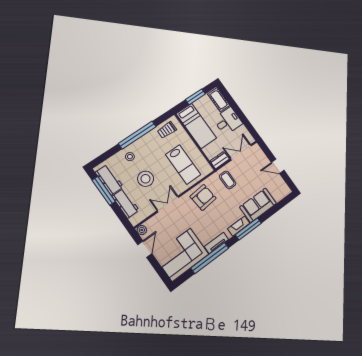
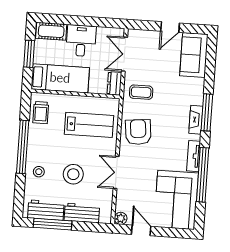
sofa: (258, 205) -> (194, 55), moved

